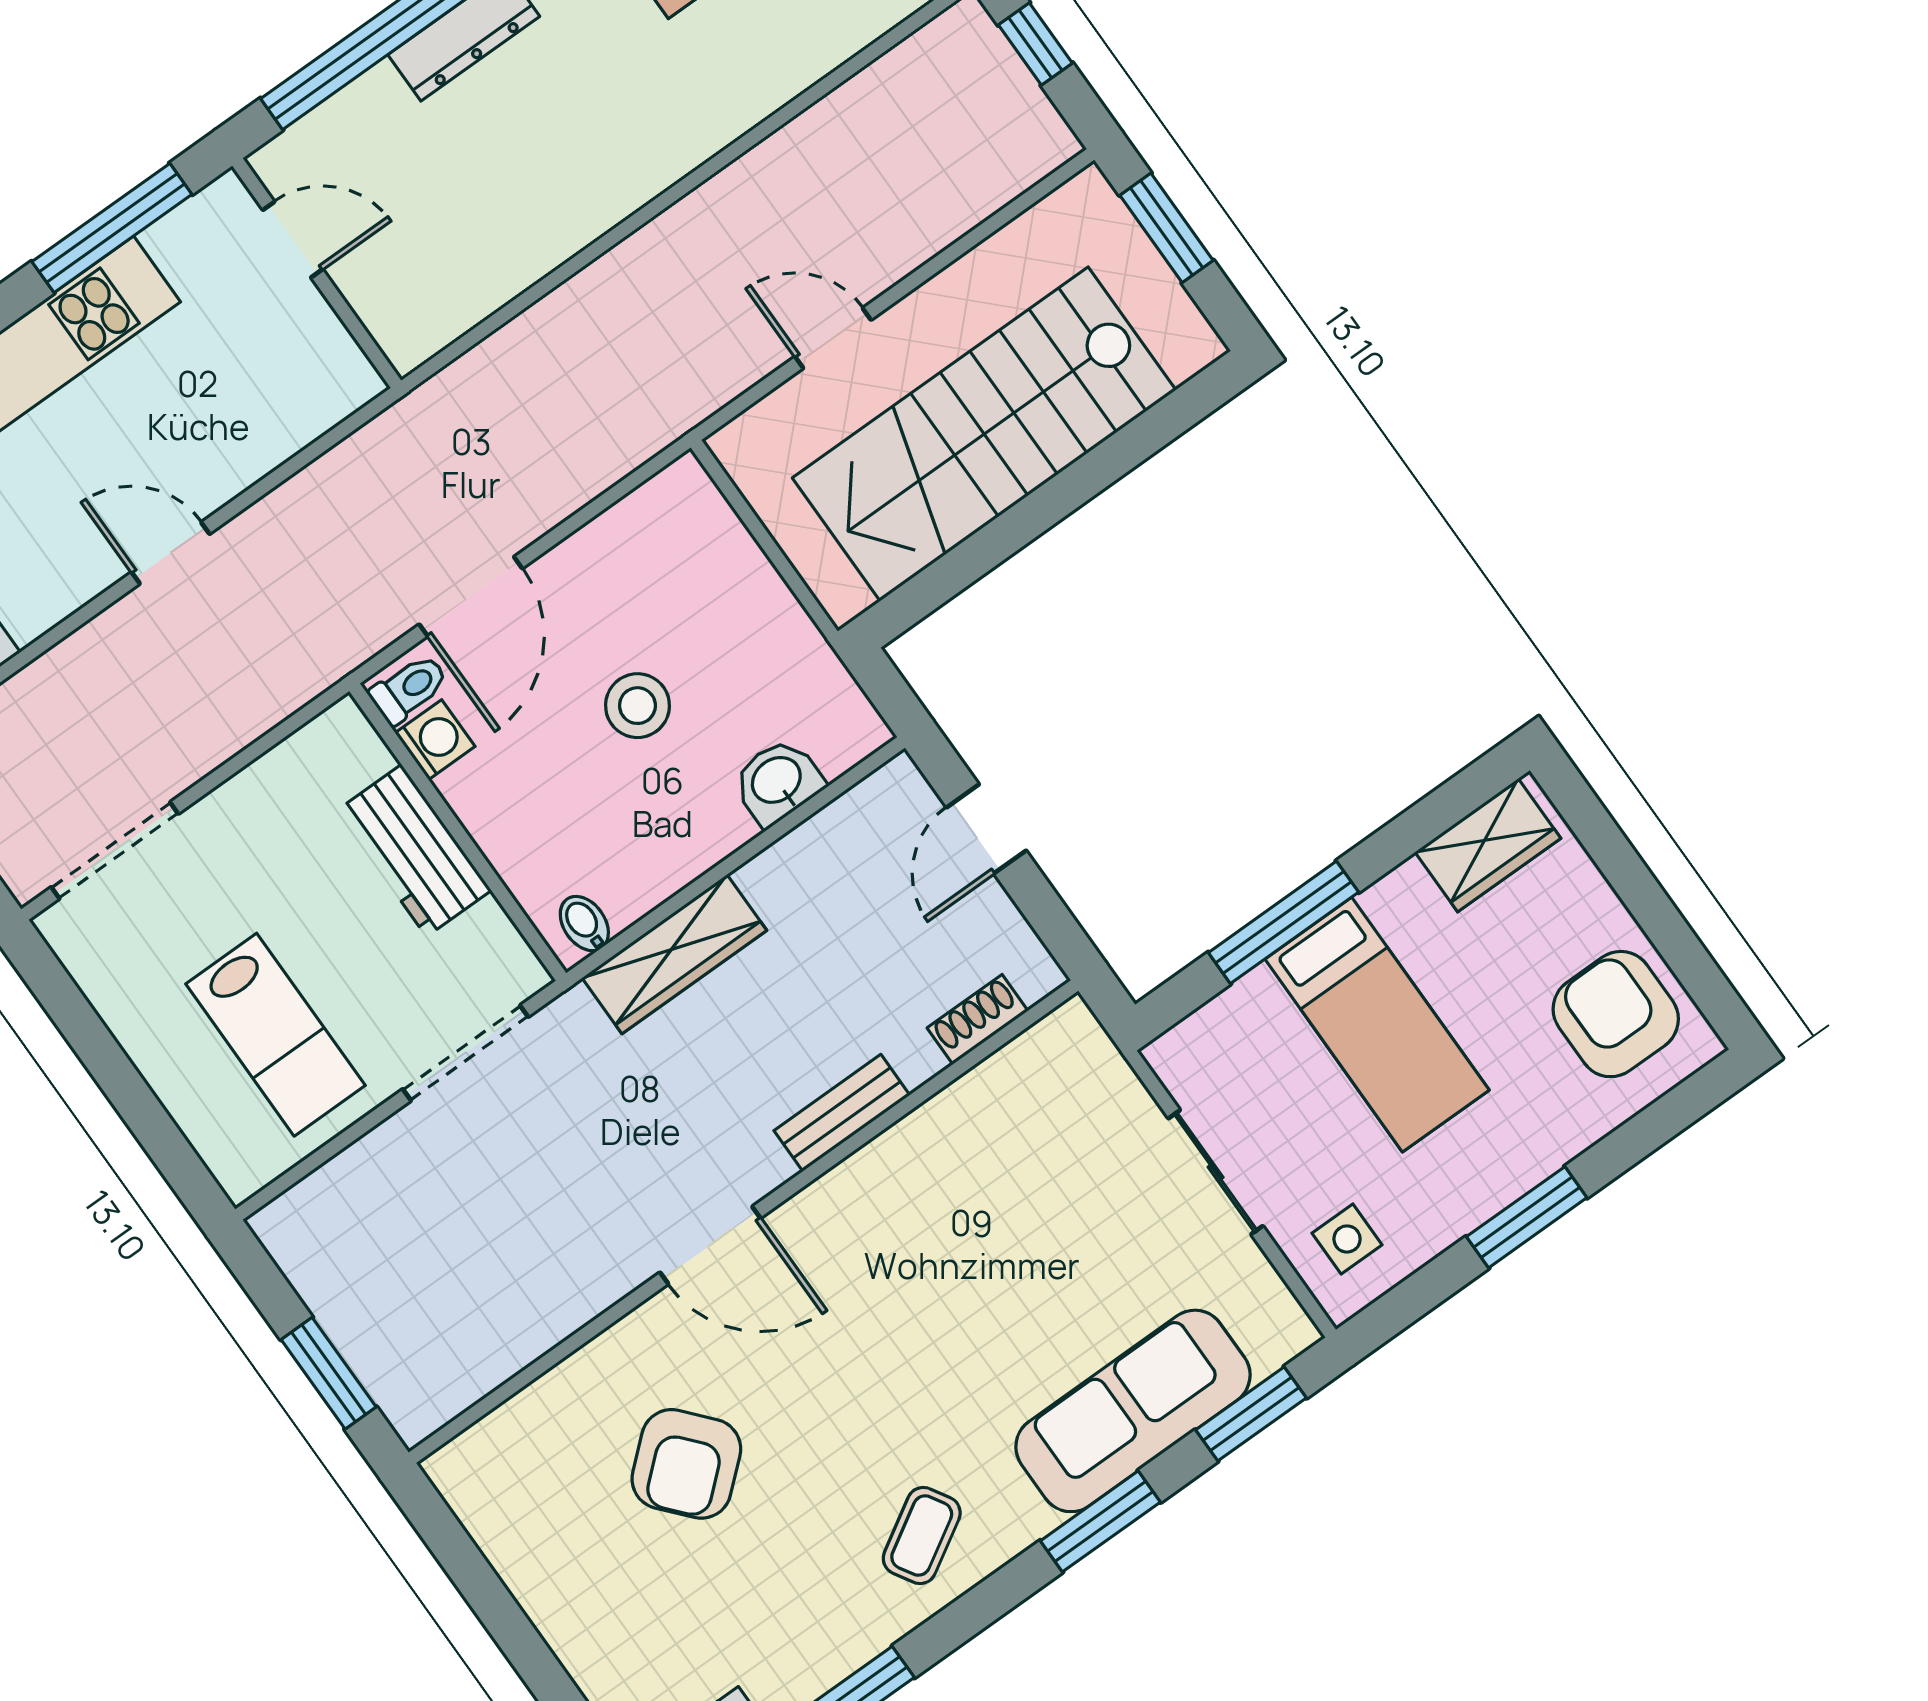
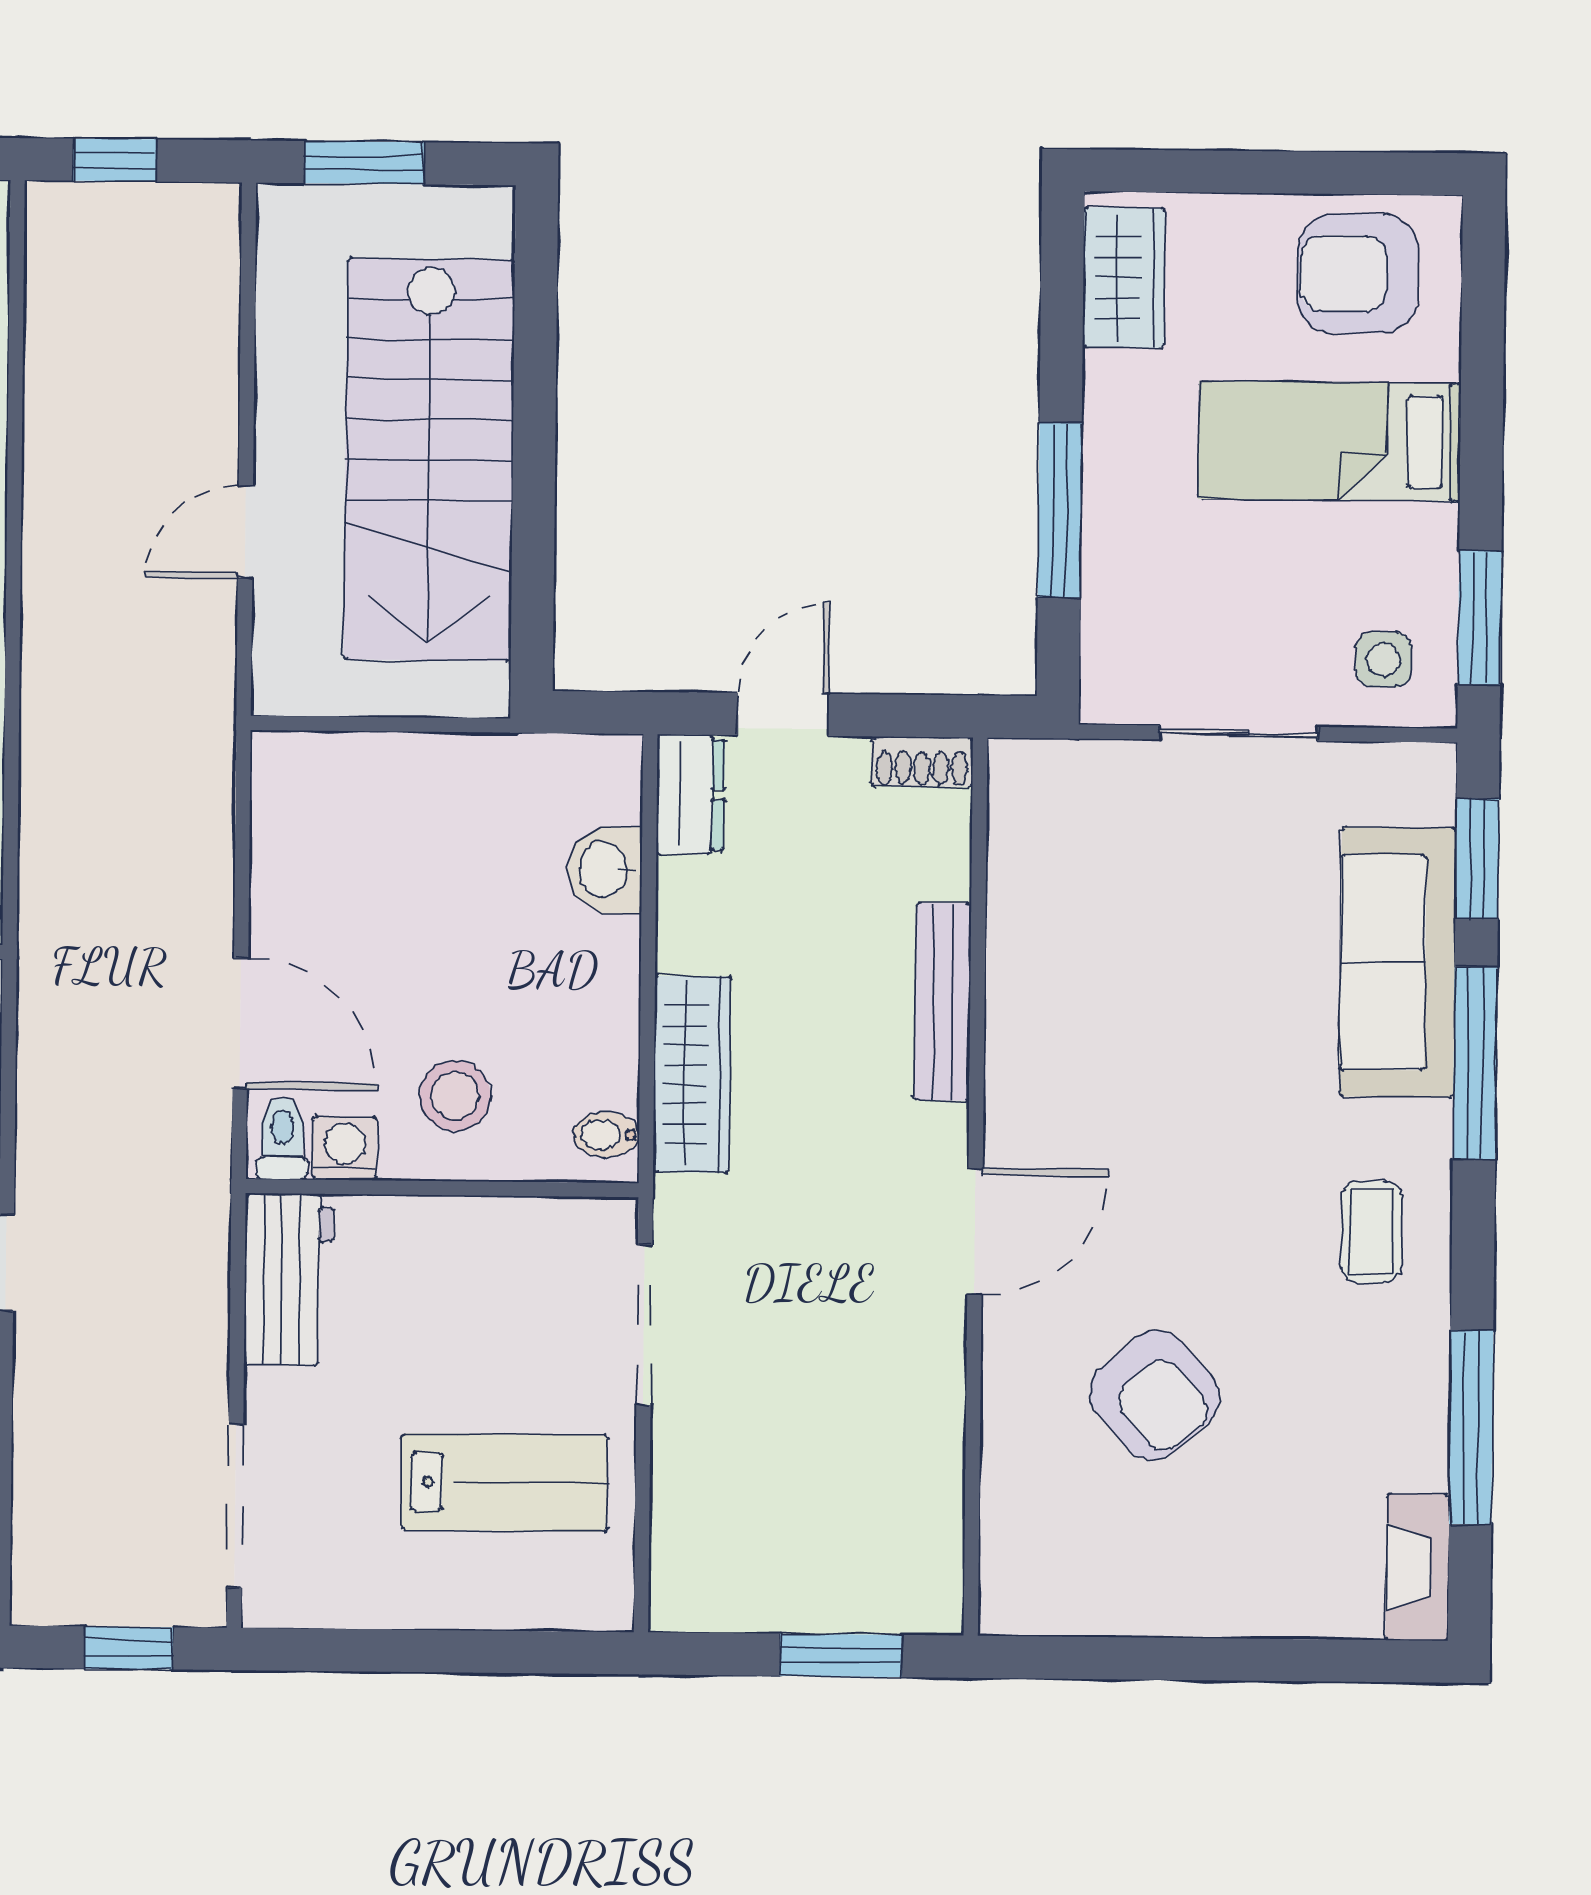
stool: (637, 706) -> (455, 1096), moved
dresser: (878, 804) -> (690, 794), added
door: (986, 829) -> (783, 714), swing flipped
workbench: (414, 850) -> (289, 1279), moved, turned -90
shoe rack: (978, 1019) -> (922, 762), moved, turned -90
bed: (1377, 1025) -> (1330, 441), moved, turned 180
bench: (842, 1113) -> (943, 1002), width x1.36
window: (1527, 1217) -> (1480, 618), moved
window: (1100, 1521) -> (1475, 1063), width x1.44
coffee table: (922, 1536) -> (1371, 1232), turned 31

